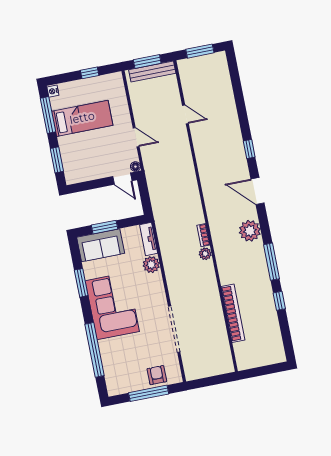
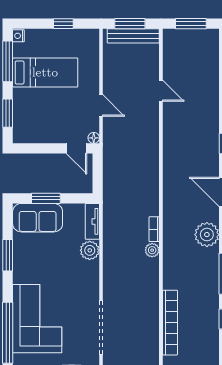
corner sofa: (112, 306) -> (37, 319), moved

